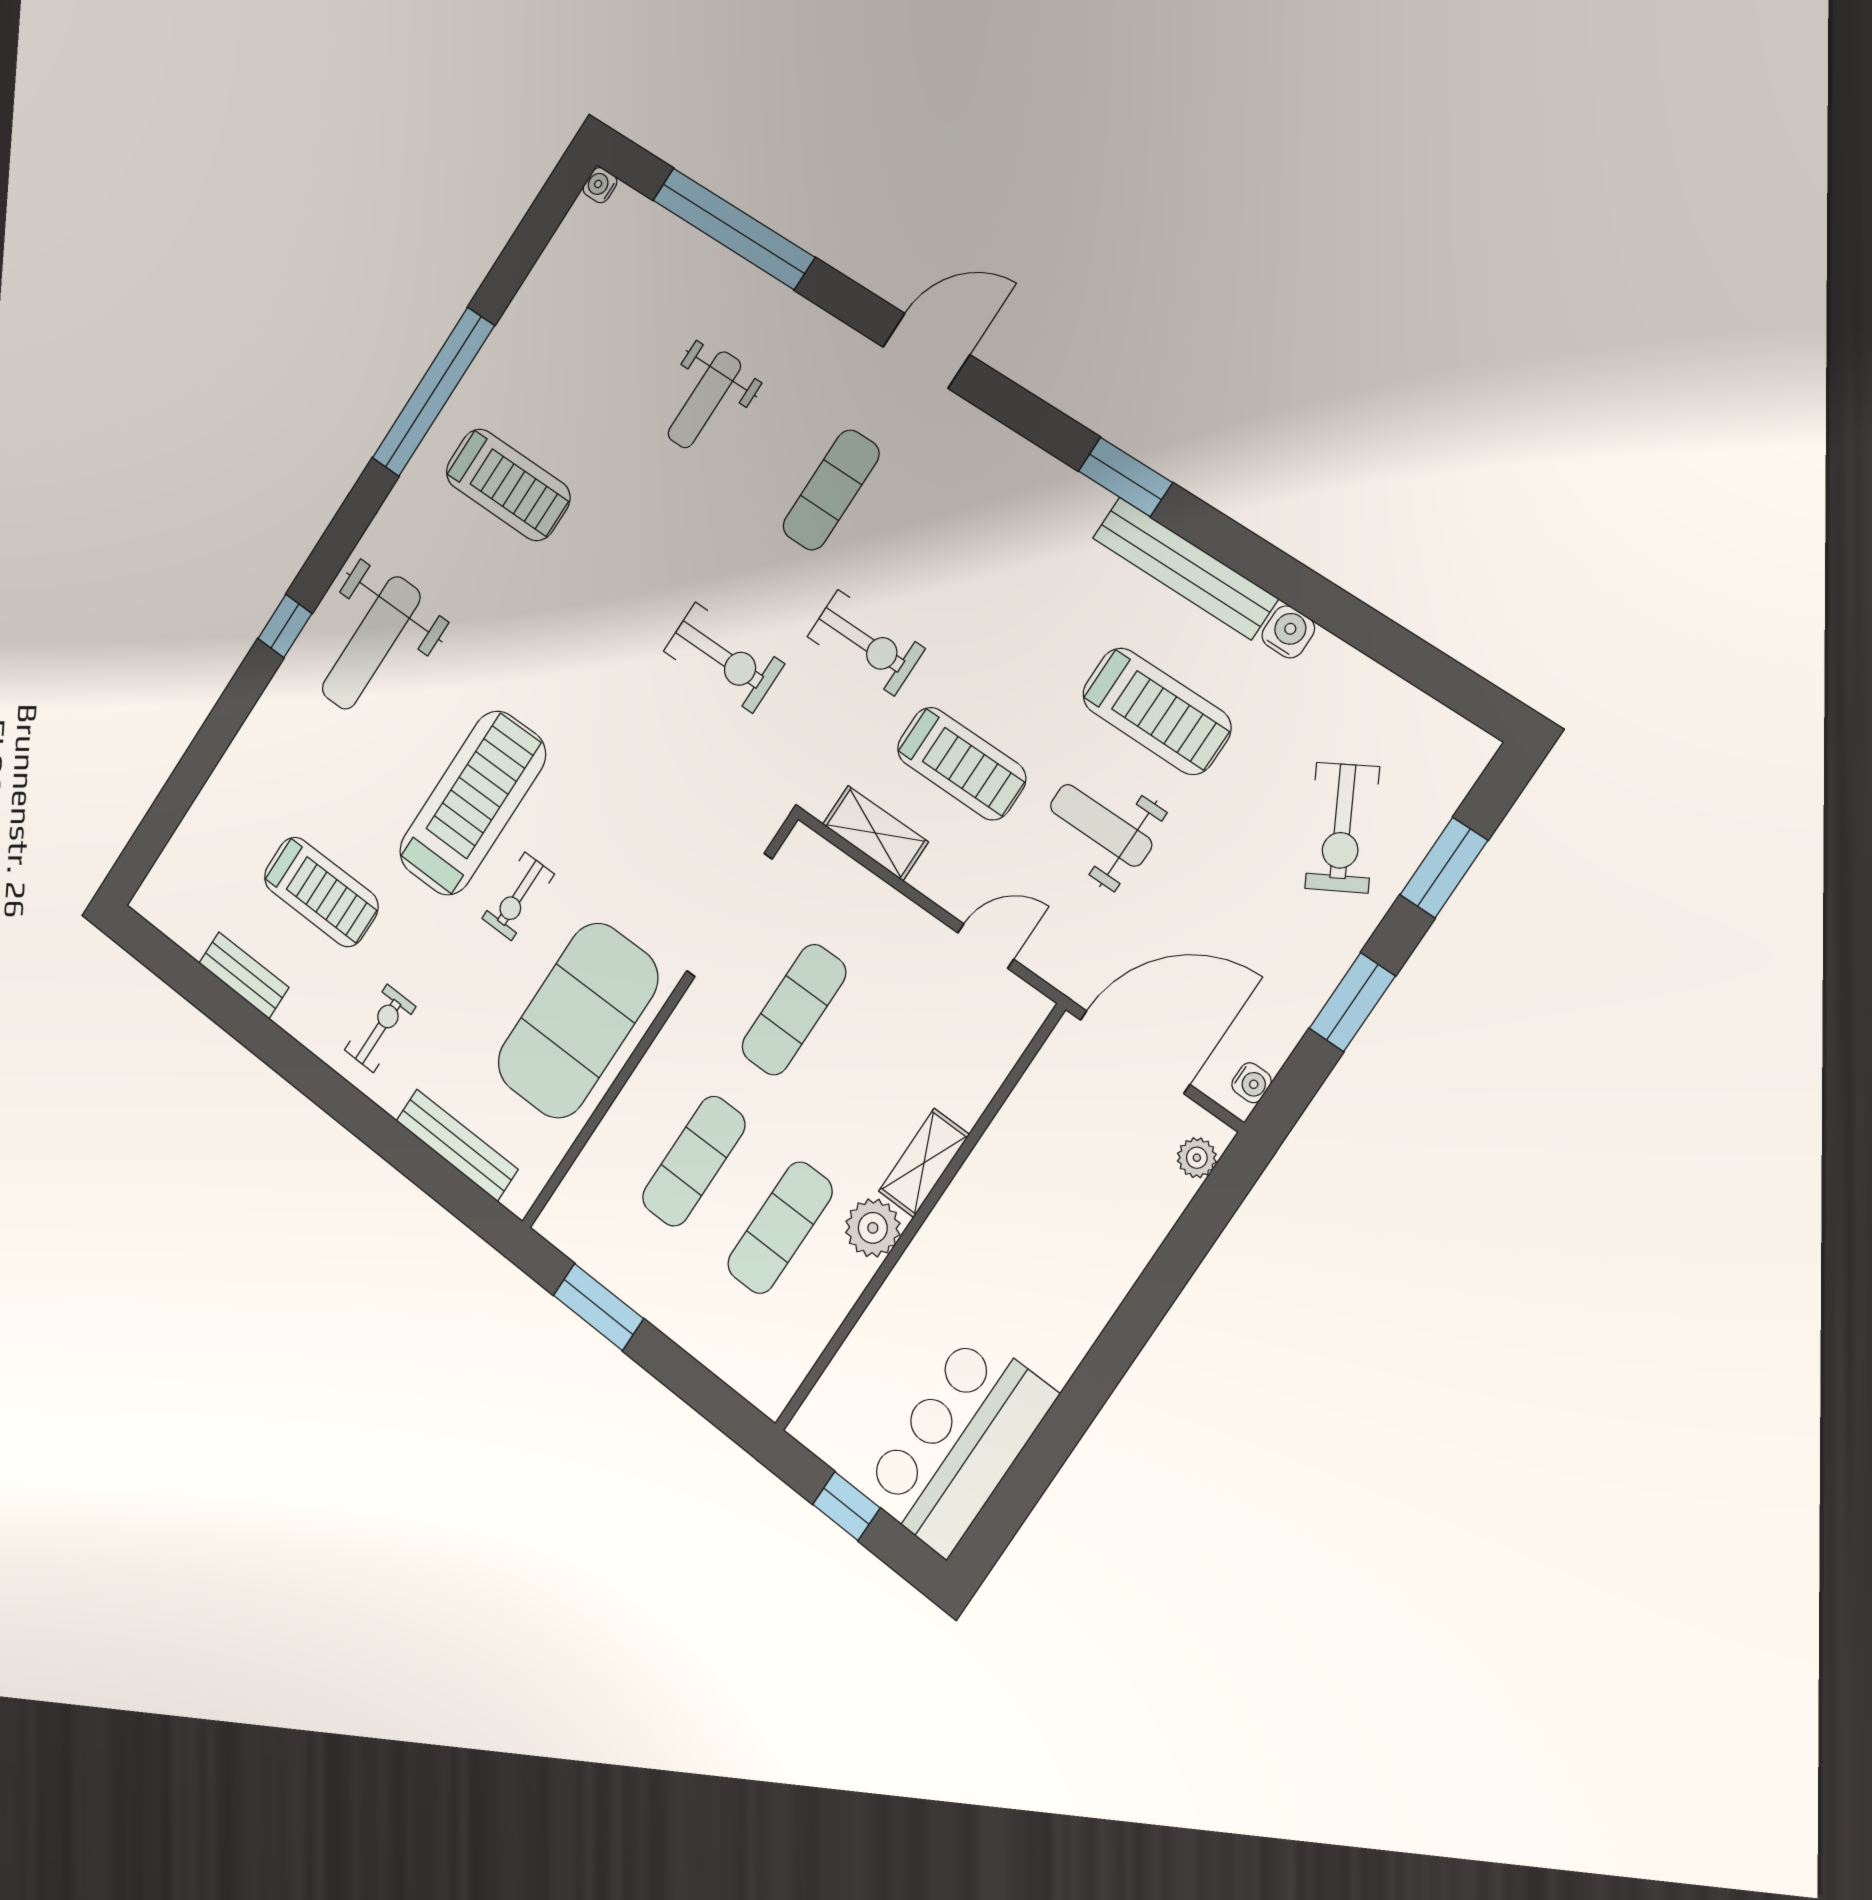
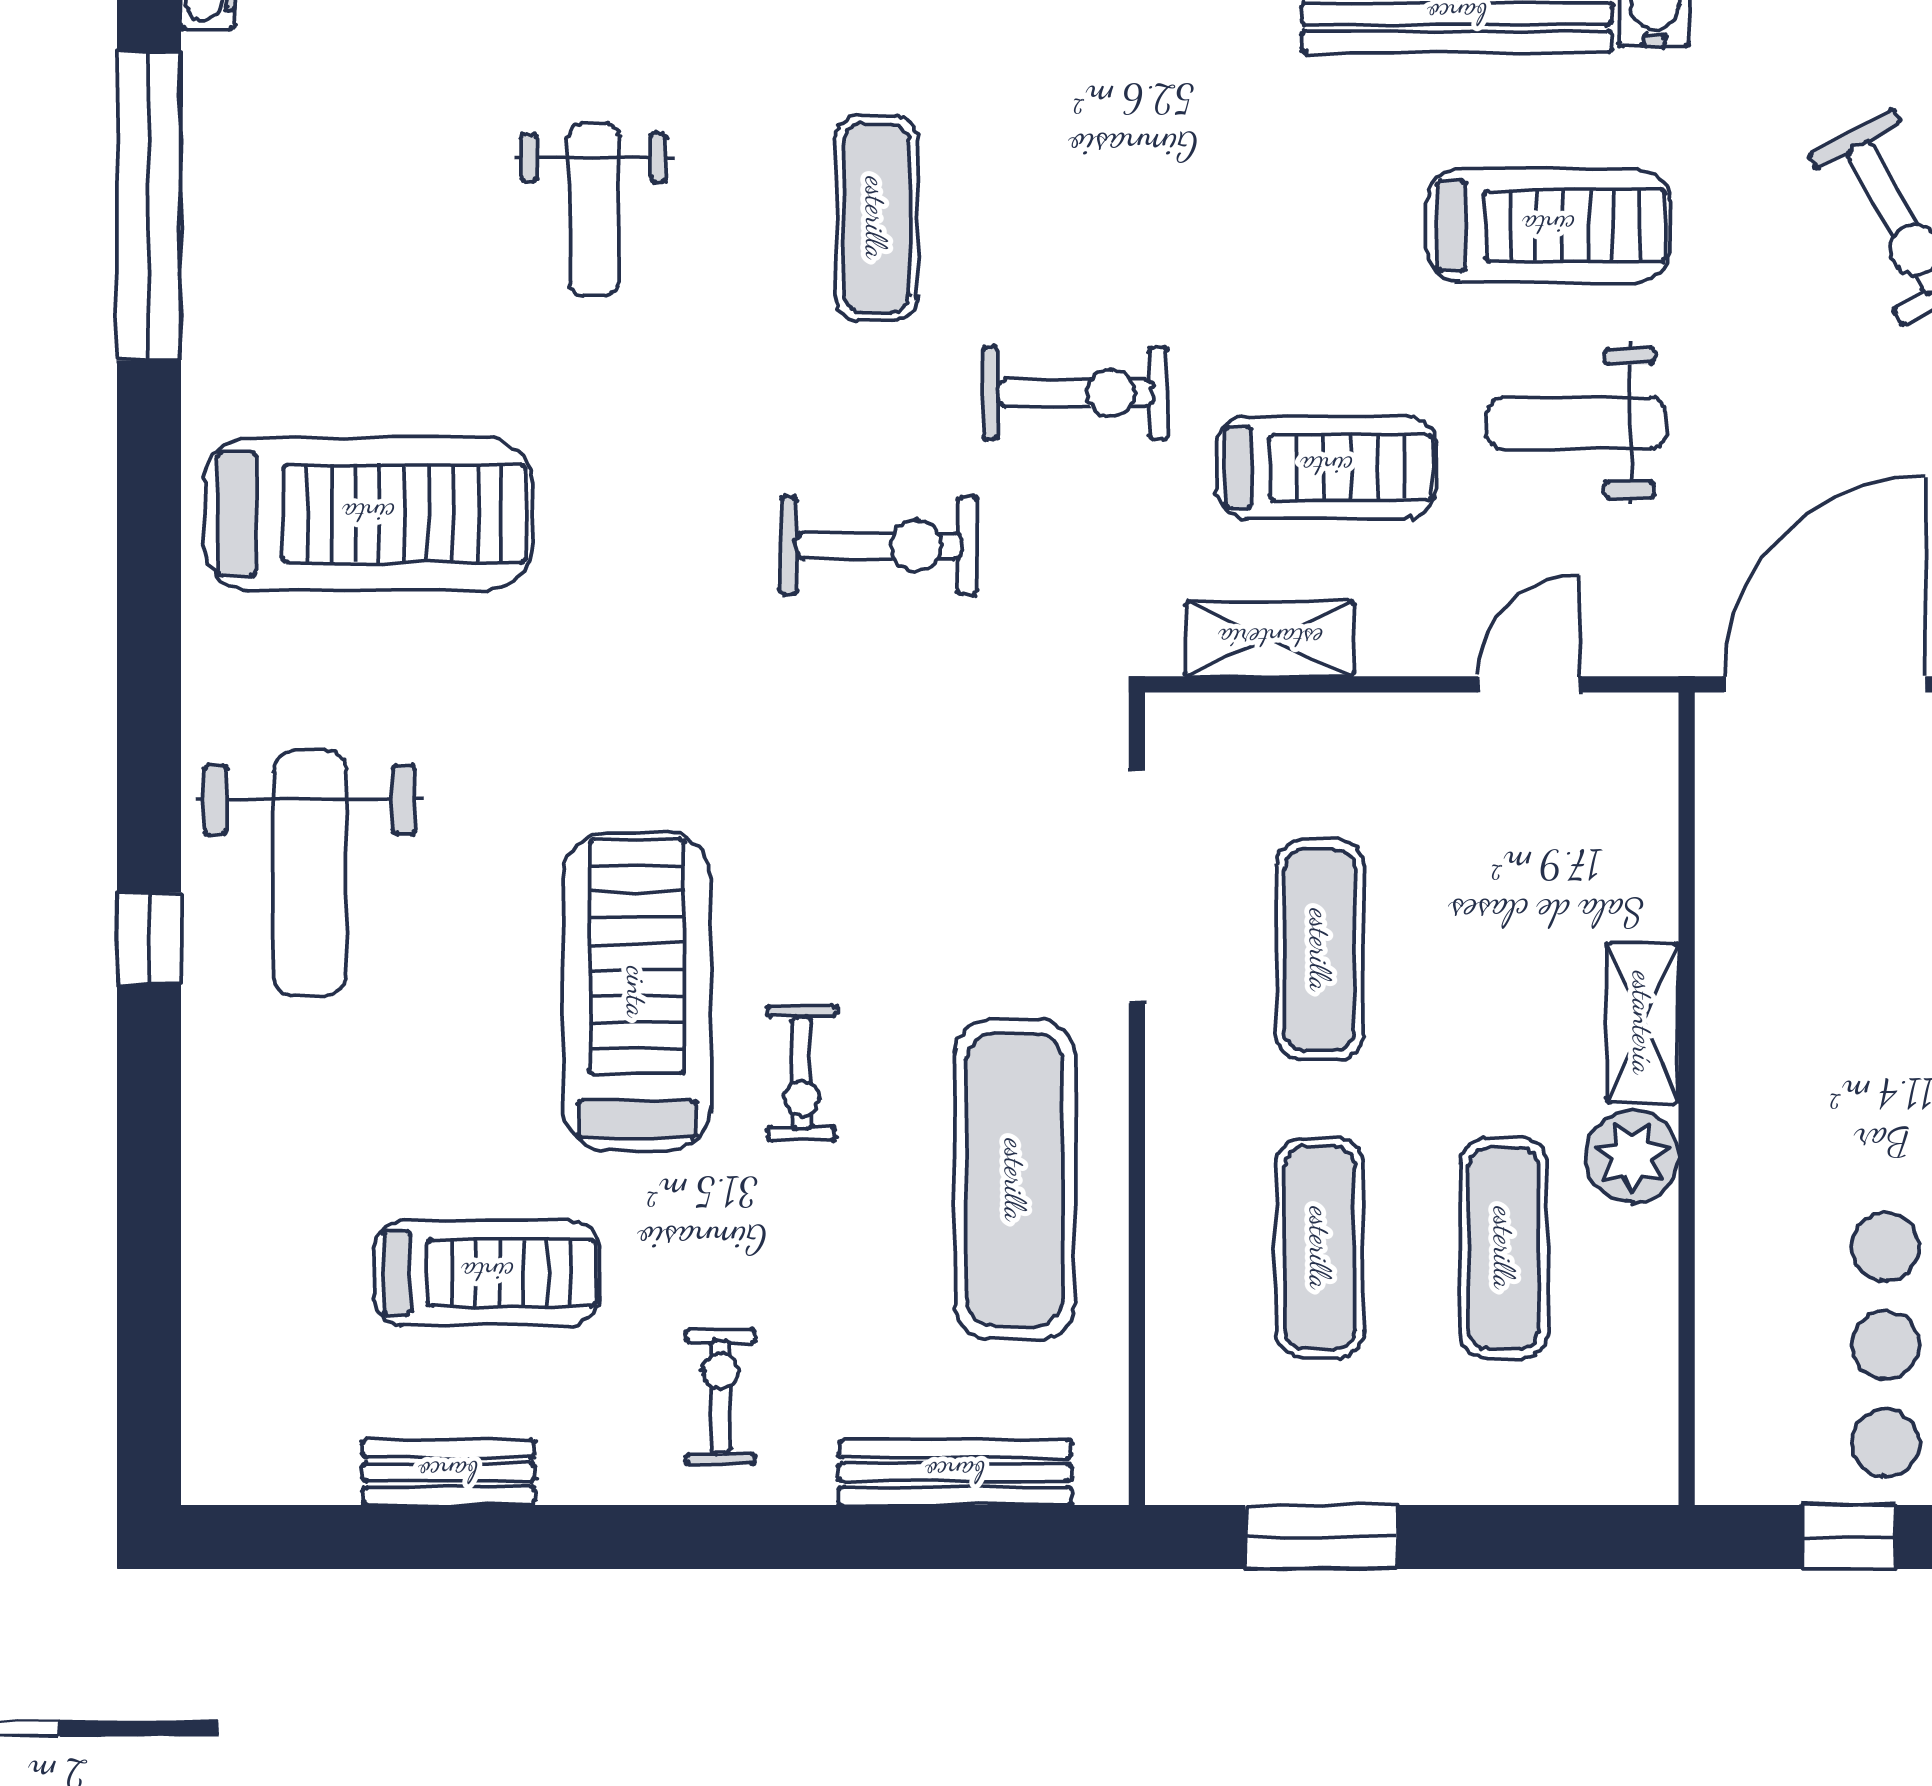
window: (433, 392) -> (149, 206), moved
treadmill: (508, 485) -> (368, 514), width x1.37, depth x1.38
exercise mat: (578, 1020) -> (1015, 1180), width x0.68

